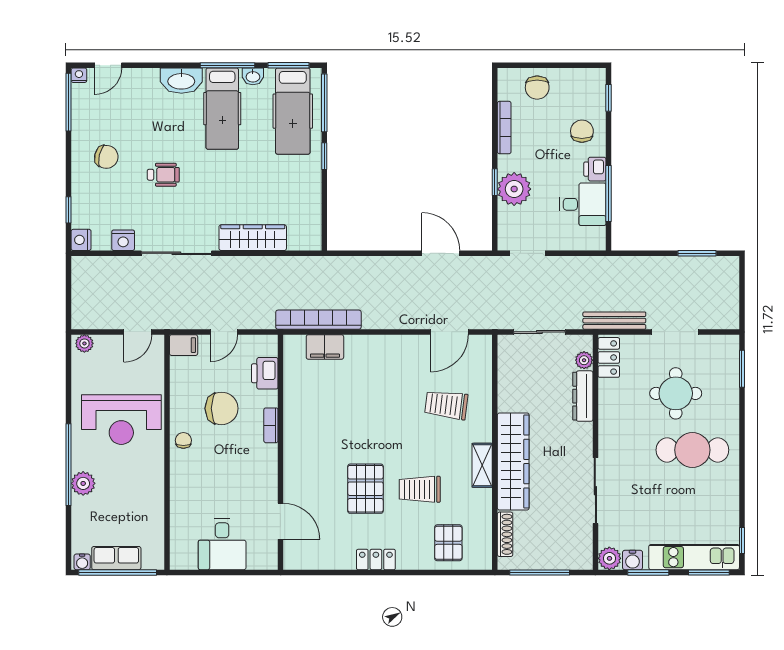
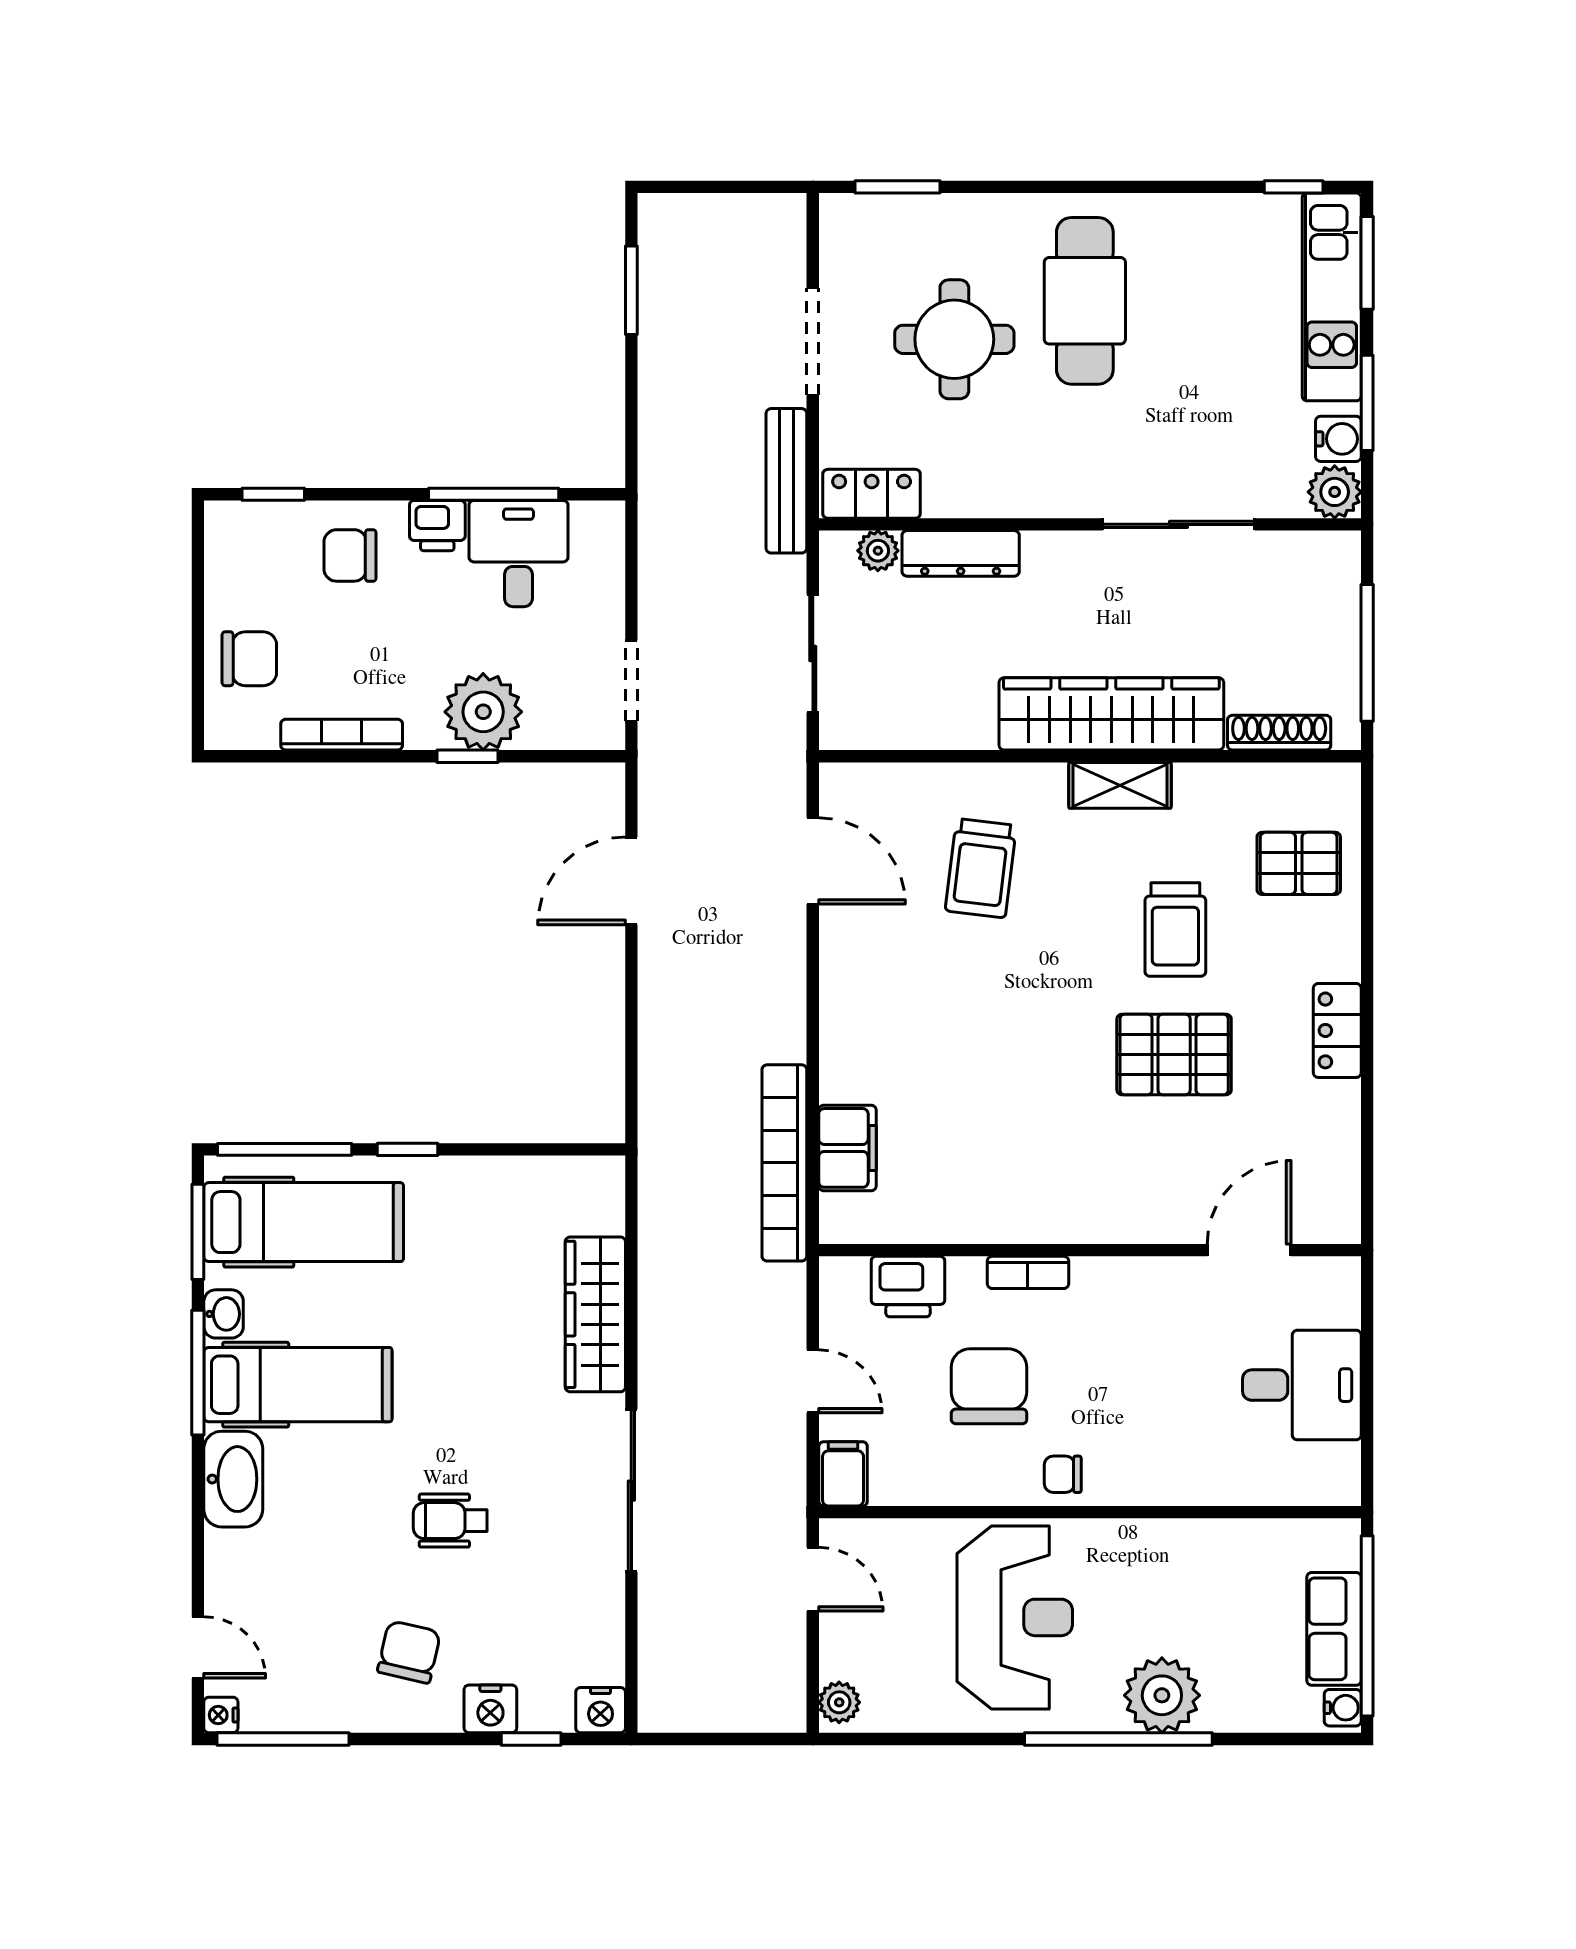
wheelchair: (163, 175) -> (450, 1521), turned -90
nightstand: (123, 240) -> (490, 1709), moved, turned 90
plant: (83, 483) -> (1162, 1695), width x1.36, depth x1.36

